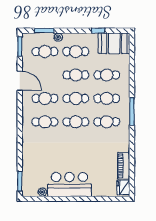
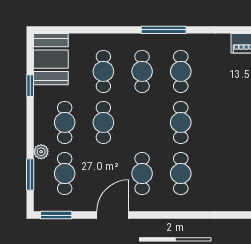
cafe table: (76, 98) -> (142, 122), removed

